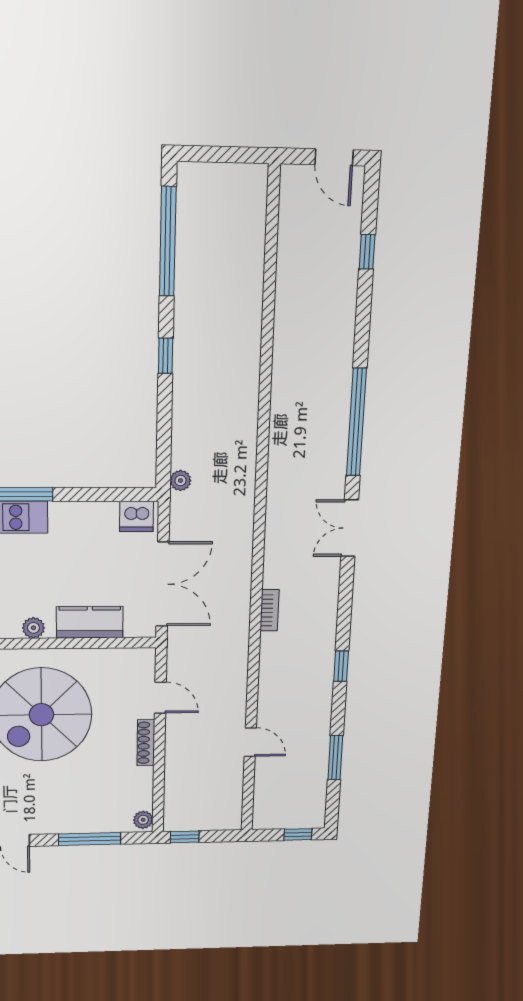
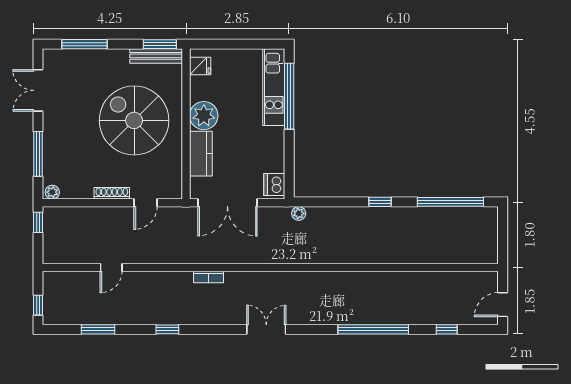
window: (356, 422) -> (373, 329), moved
plant: (33, 628) -> (204, 116), width x1.88, depth x1.88

